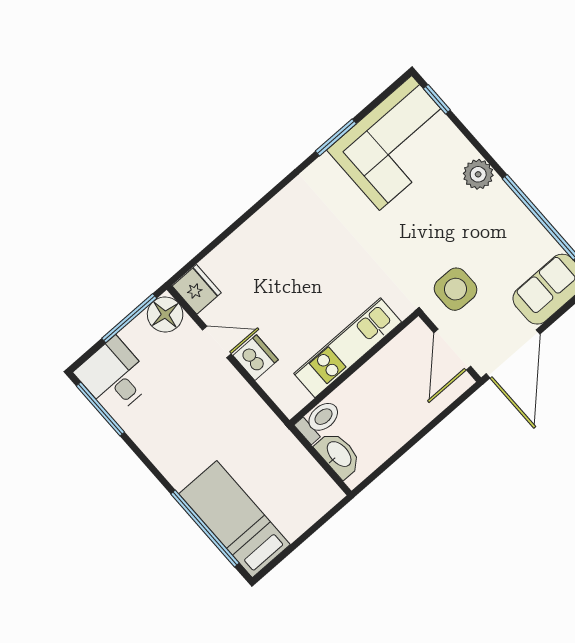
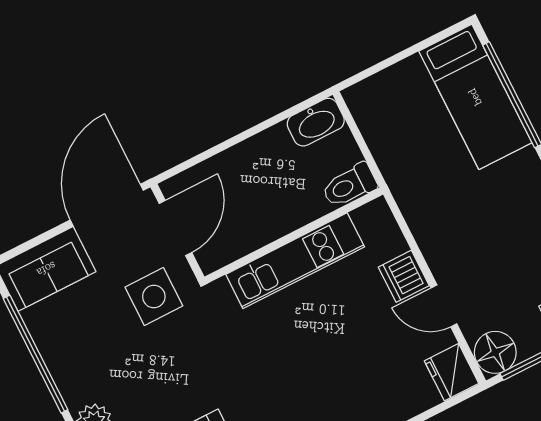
washbasin: (338, 455) -> (316, 122), moved, turned -90

